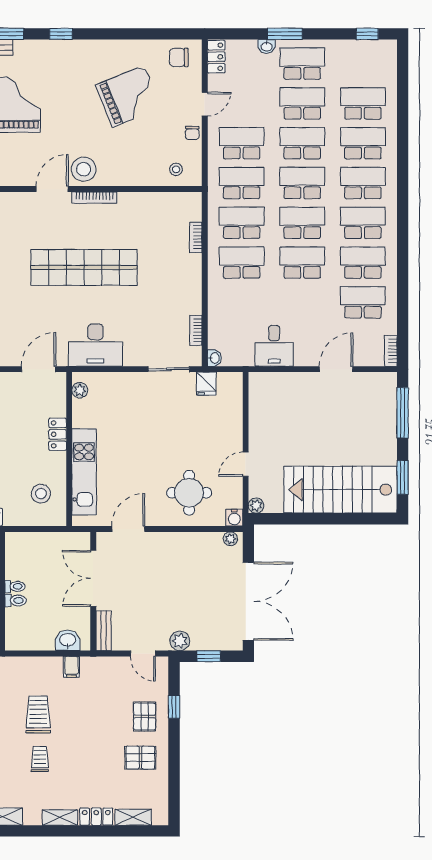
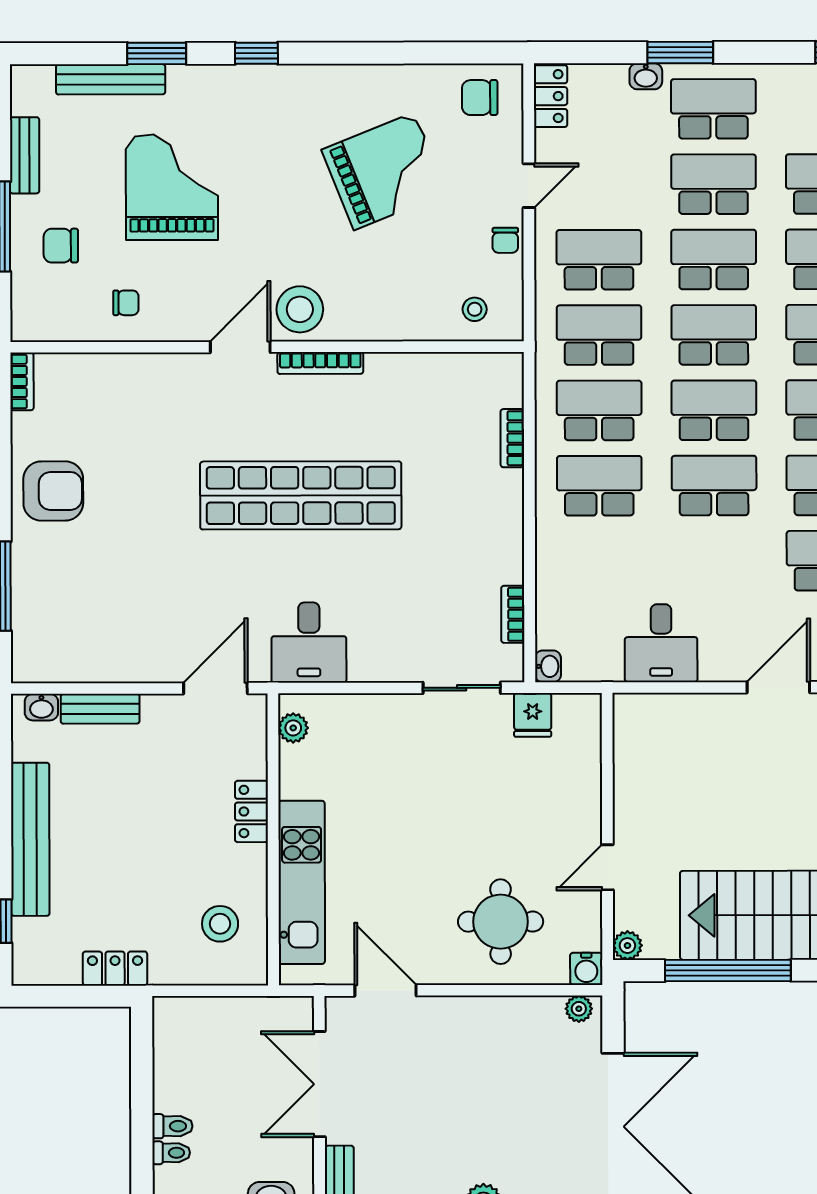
desk: (95, 345) -> (309, 643), width x0.73
window: (309, 519) -> (728, 970), added
door: (128, 529) -> (385, 990), hinge flipped
toilet: (15, 586) -> (171, 1153), moved

